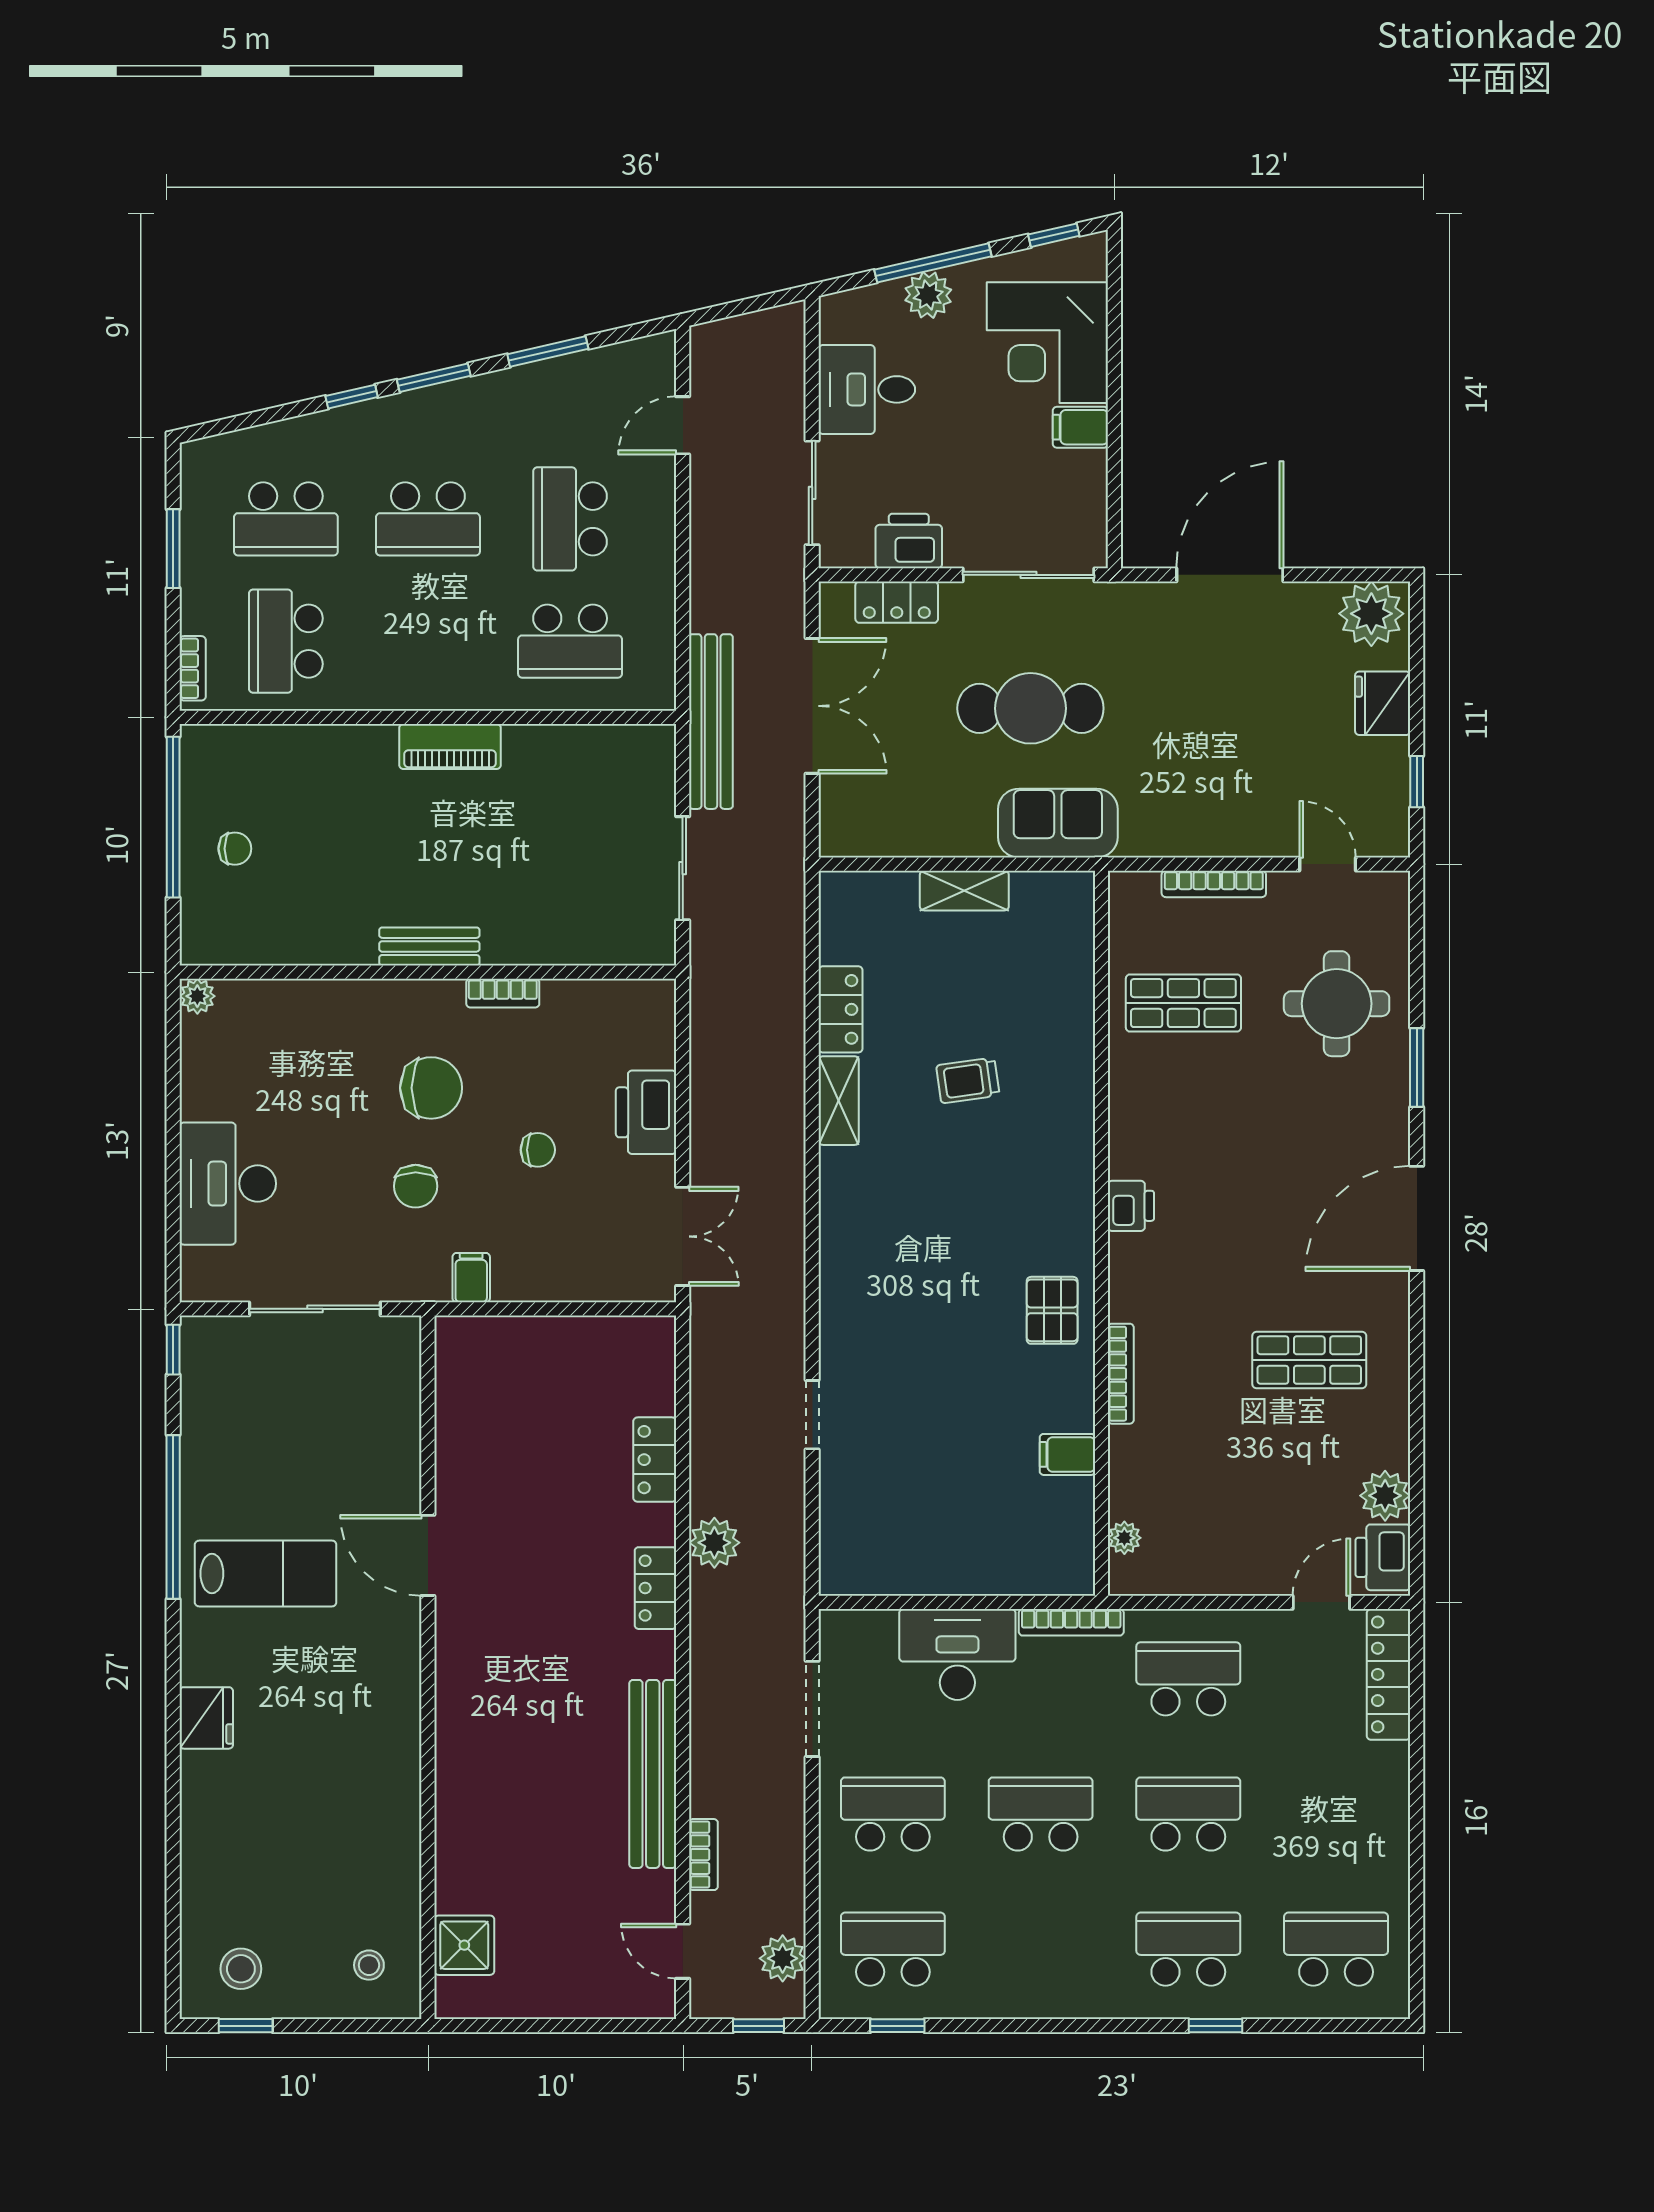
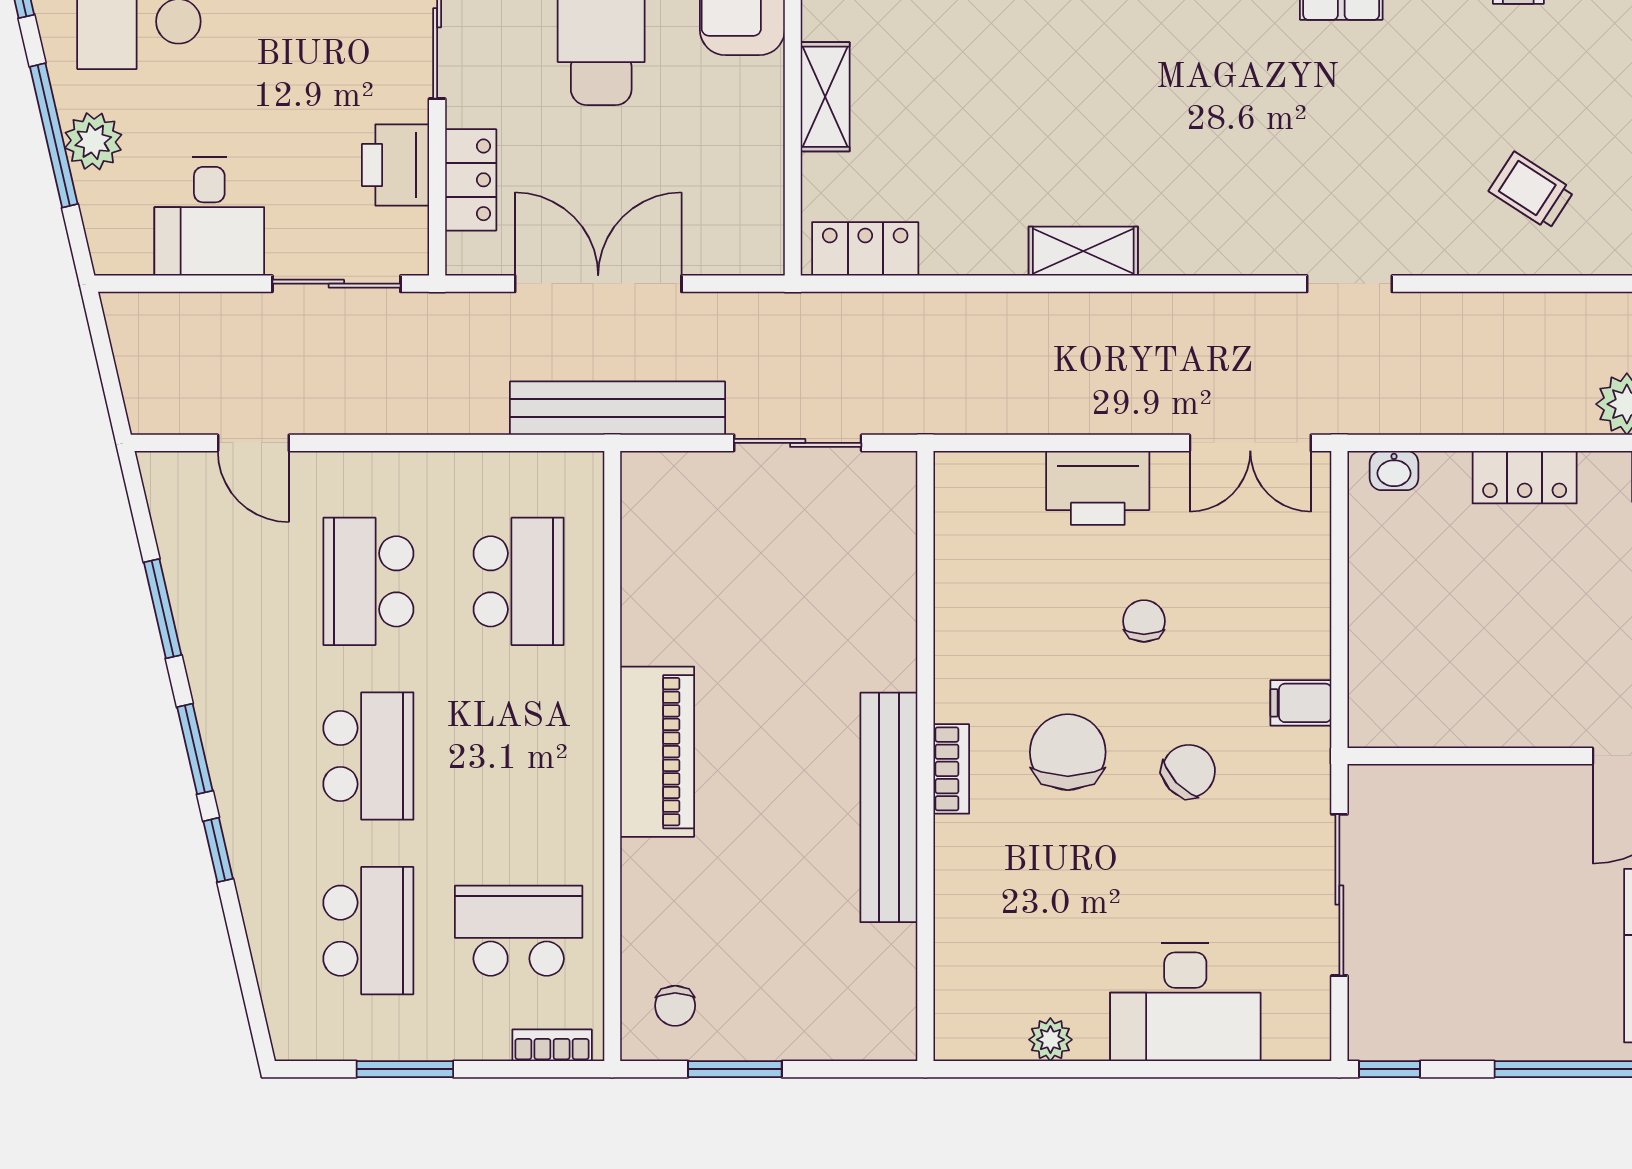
school desk: (570, 519) -> (368, 581), turned 90
school desk: (286, 641) -> (519, 931), turned 180
piano: (450, 746) -> (657, 752), width x1.37, depth x1.33
window: (173, 817) -> (735, 1069), width x0.47
chair: (235, 849) -> (675, 1006), moved, turned 180
bench: (429, 946) -> (889, 807), width x1.86, depth x1.21
bookcase: (503, 993) -> (951, 769), moved
plant: (197, 996) -> (1050, 1040), moved
locker: (841, 1009) -> (865, 249), moved
trolley: (968, 1080) -> (1531, 191), moved, turned 131
chair: (416, 1186) -> (1189, 771), turned -43
double door: (683, 1236) -> (1250, 443), swing flipped
washbasin: (660, 1353) -> (1394, 471), added
doorway: (812, 1415) -> (1350, 284), moved

